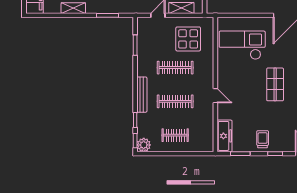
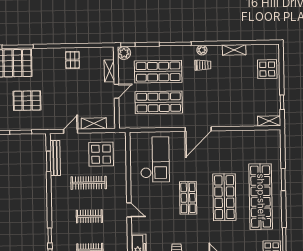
checkout: (242, 45) -> (155, 159), turned 90
bench: (142, 95) -> (55, 158), moved
clothes rail: (175, 101) -> (89, 216), width x0.73

